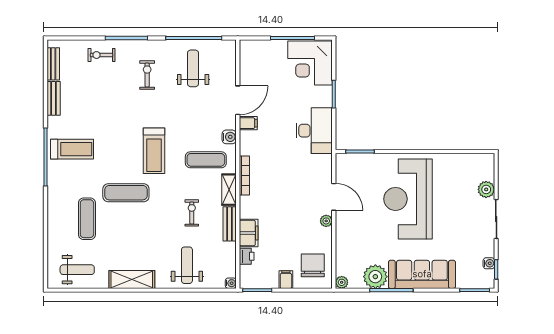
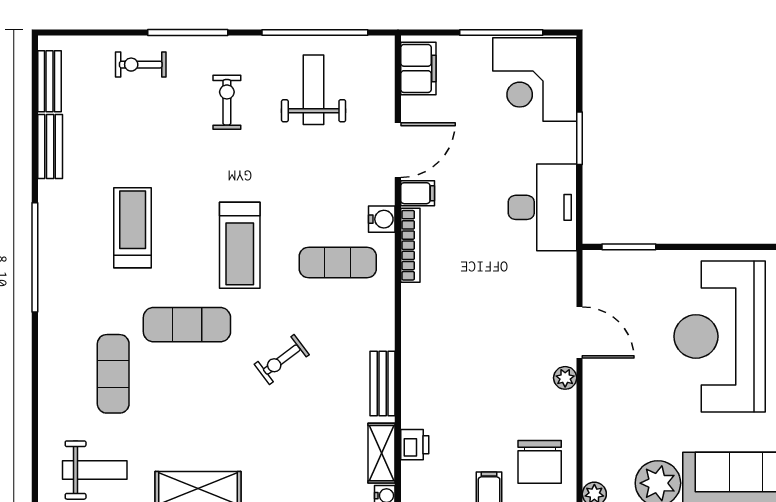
treadmill: (72, 149) -> (133, 228), moved, turned -90
bookcase: (244, 176) -> (410, 245), moved
shelving: (229, 190) -> (382, 453), moved
exercise bike: (192, 213) -> (282, 360), moved, turned -127
filing cabinet: (249, 233) -> (418, 68), moved
weight bench: (187, 265) -> (302, 462), removed
chair: (313, 265) -> (540, 462), turned 180

